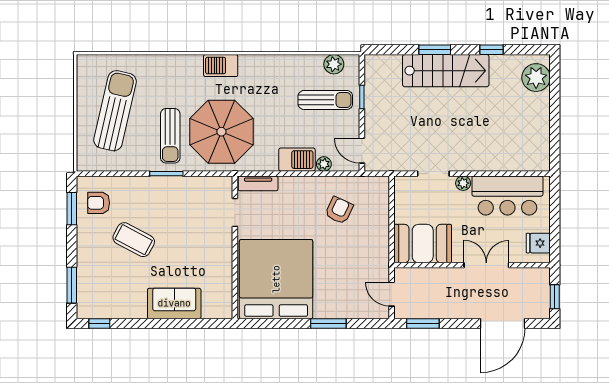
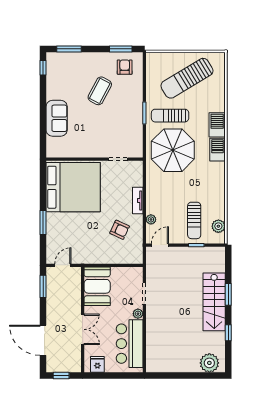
sun lounger: (115, 111) -> (187, 78), turned 136
barbecue: (297, 160) -> (217, 125), moved, turned 180
tv unit: (258, 183) -> (138, 200), moved

